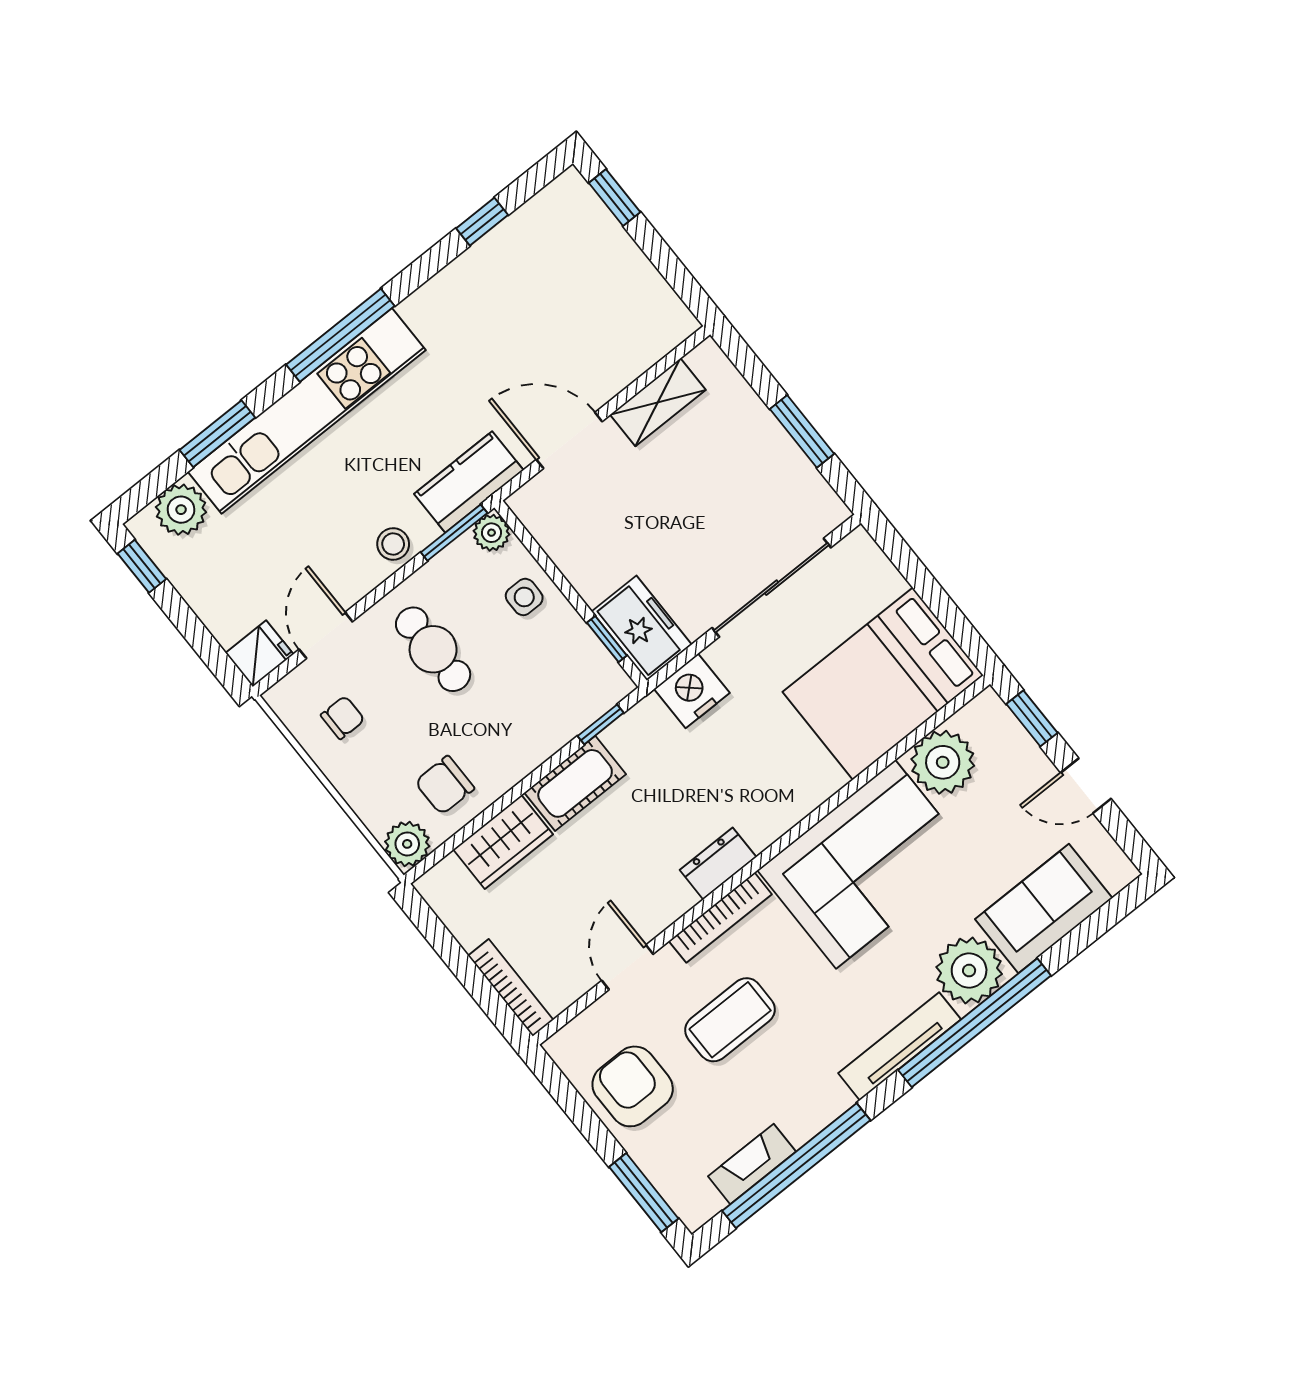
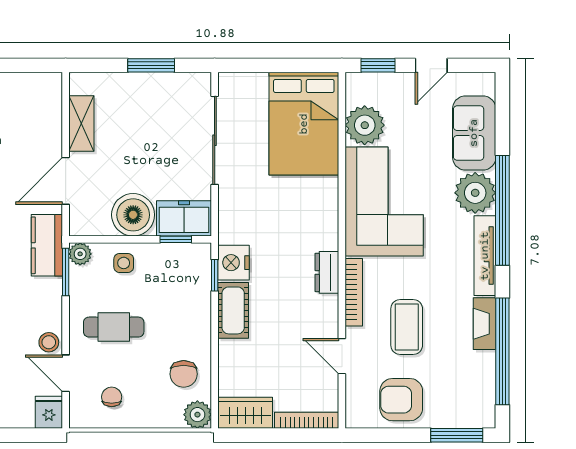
stool: (393, 544) -> (49, 342), moved
boiler: (595, 560) -> (133, 215), added
nightstand: (692, 691) -> (234, 263), moved
wardrobe: (503, 842) -> (245, 413), moved, turned -90
fireplace: (752, 1164) -> (485, 324), moved

